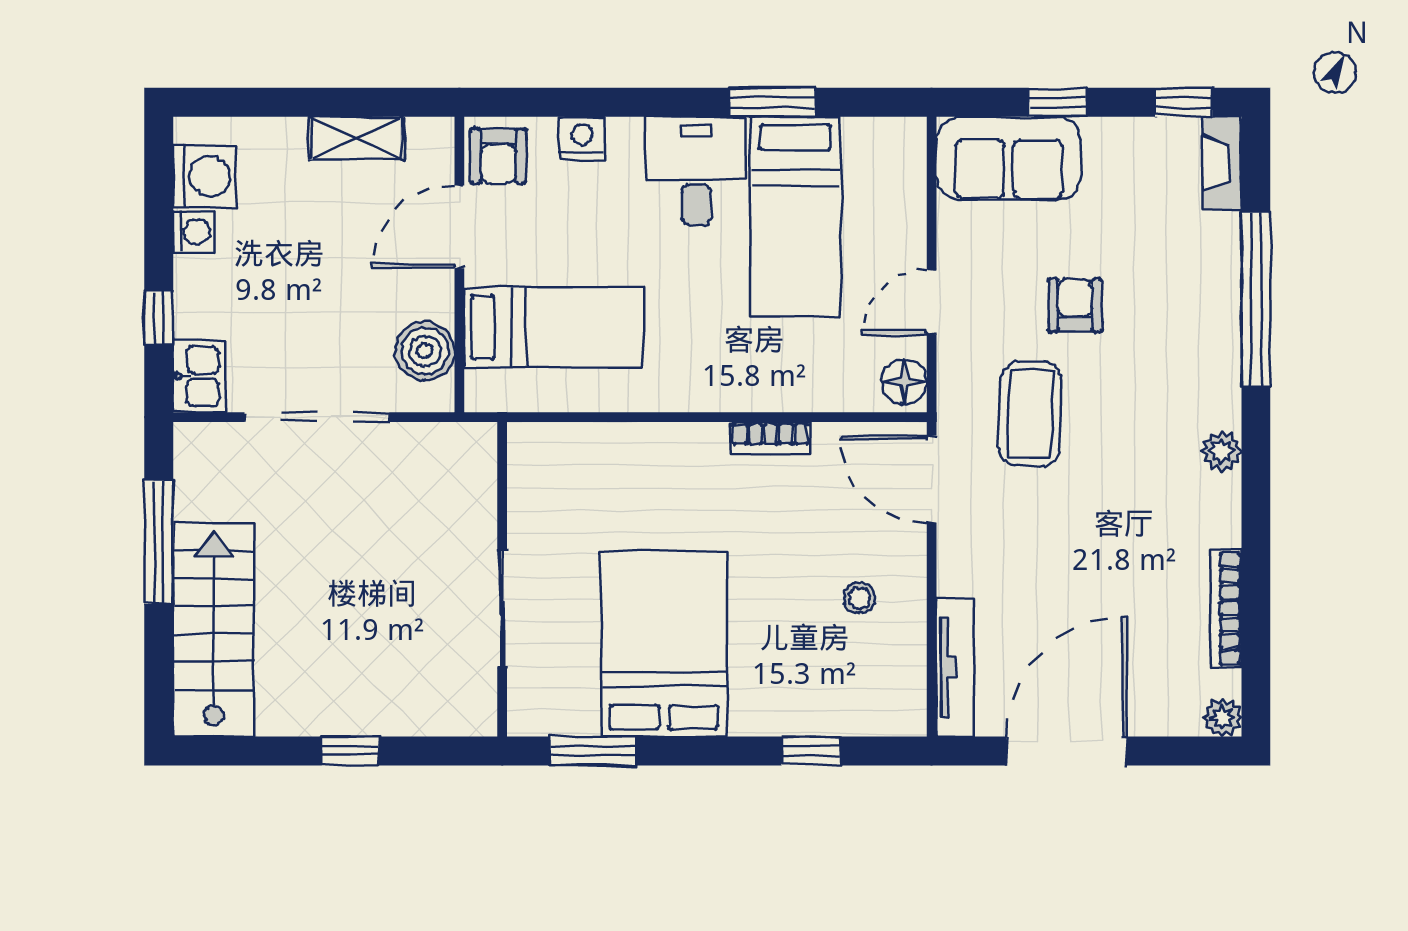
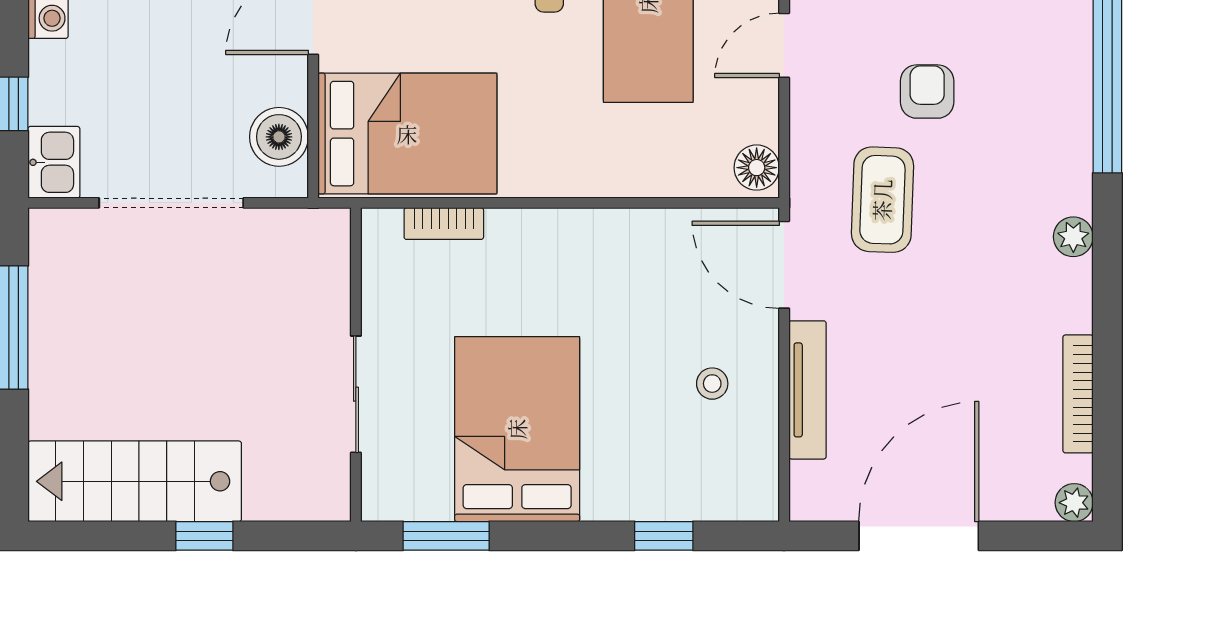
door: (932, 302) -> (784, 45), moved
bed: (554, 327) -> (407, 134), width x1.50
bookcase: (771, 438) -> (444, 224), moved
stairs: (214, 630) -> (135, 481), moved, turned -90
tv unit: (955, 667) -> (808, 390), moved

